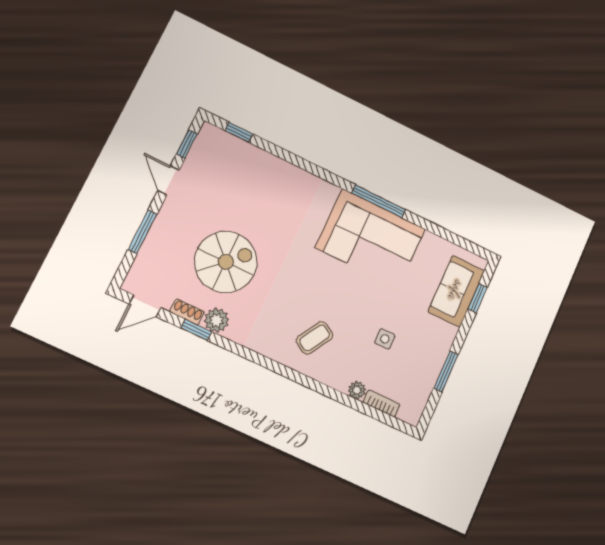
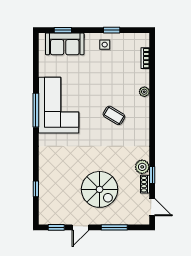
window: (239, 132) -> (36, 189), moved
spiral stairs: (226, 262) -> (100, 189), moved, turned 180
coffee table: (315, 338) -> (114, 115), moved
side table: (385, 339) -> (105, 45), moved
window: (446, 371) -> (112, 30), width x0.67
plant: (357, 390) -> (144, 92), moved

